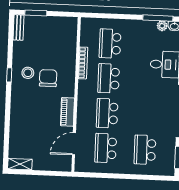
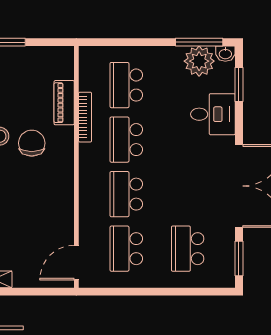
plant: (162, 26) -> (199, 61), width x1.87, depth x1.87
piano: (67, 112) -> (64, 103), moved
door: (74, 144) -> (76, 263), moved

